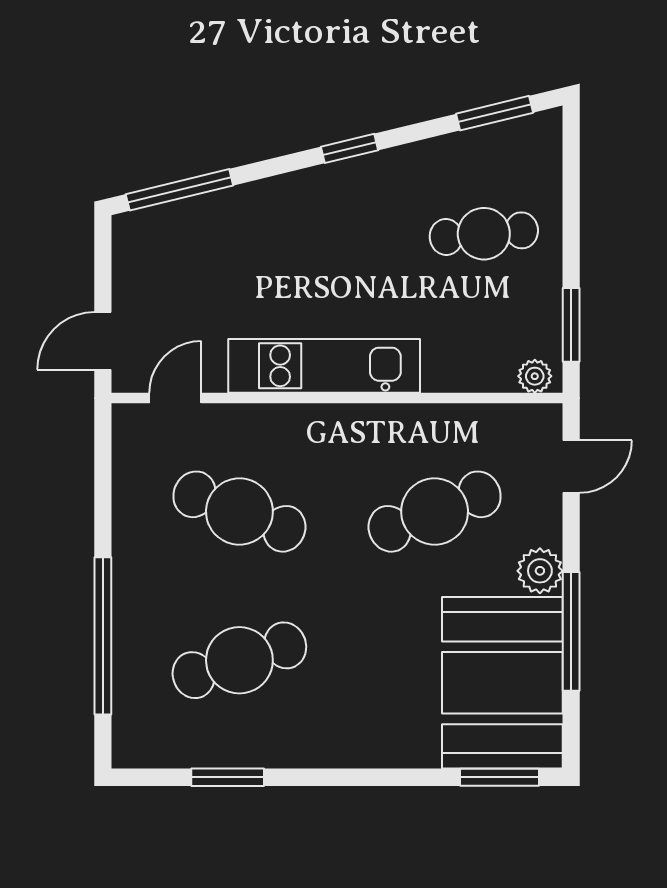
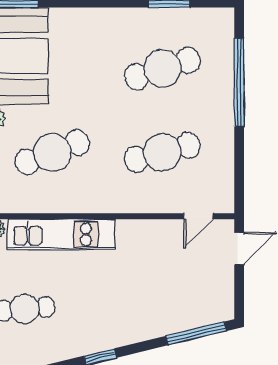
kitchen unit: (324, 366) -> (61, 234), moved
cafe table: (239, 512) -> (162, 152), turned -36

